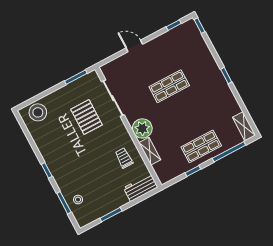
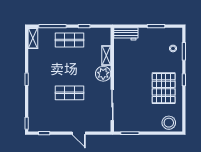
pallet: (87, 117) -> (164, 88), moved, width x1.37, depth x1.41
trolley: (124, 158) -> (126, 60), removed

